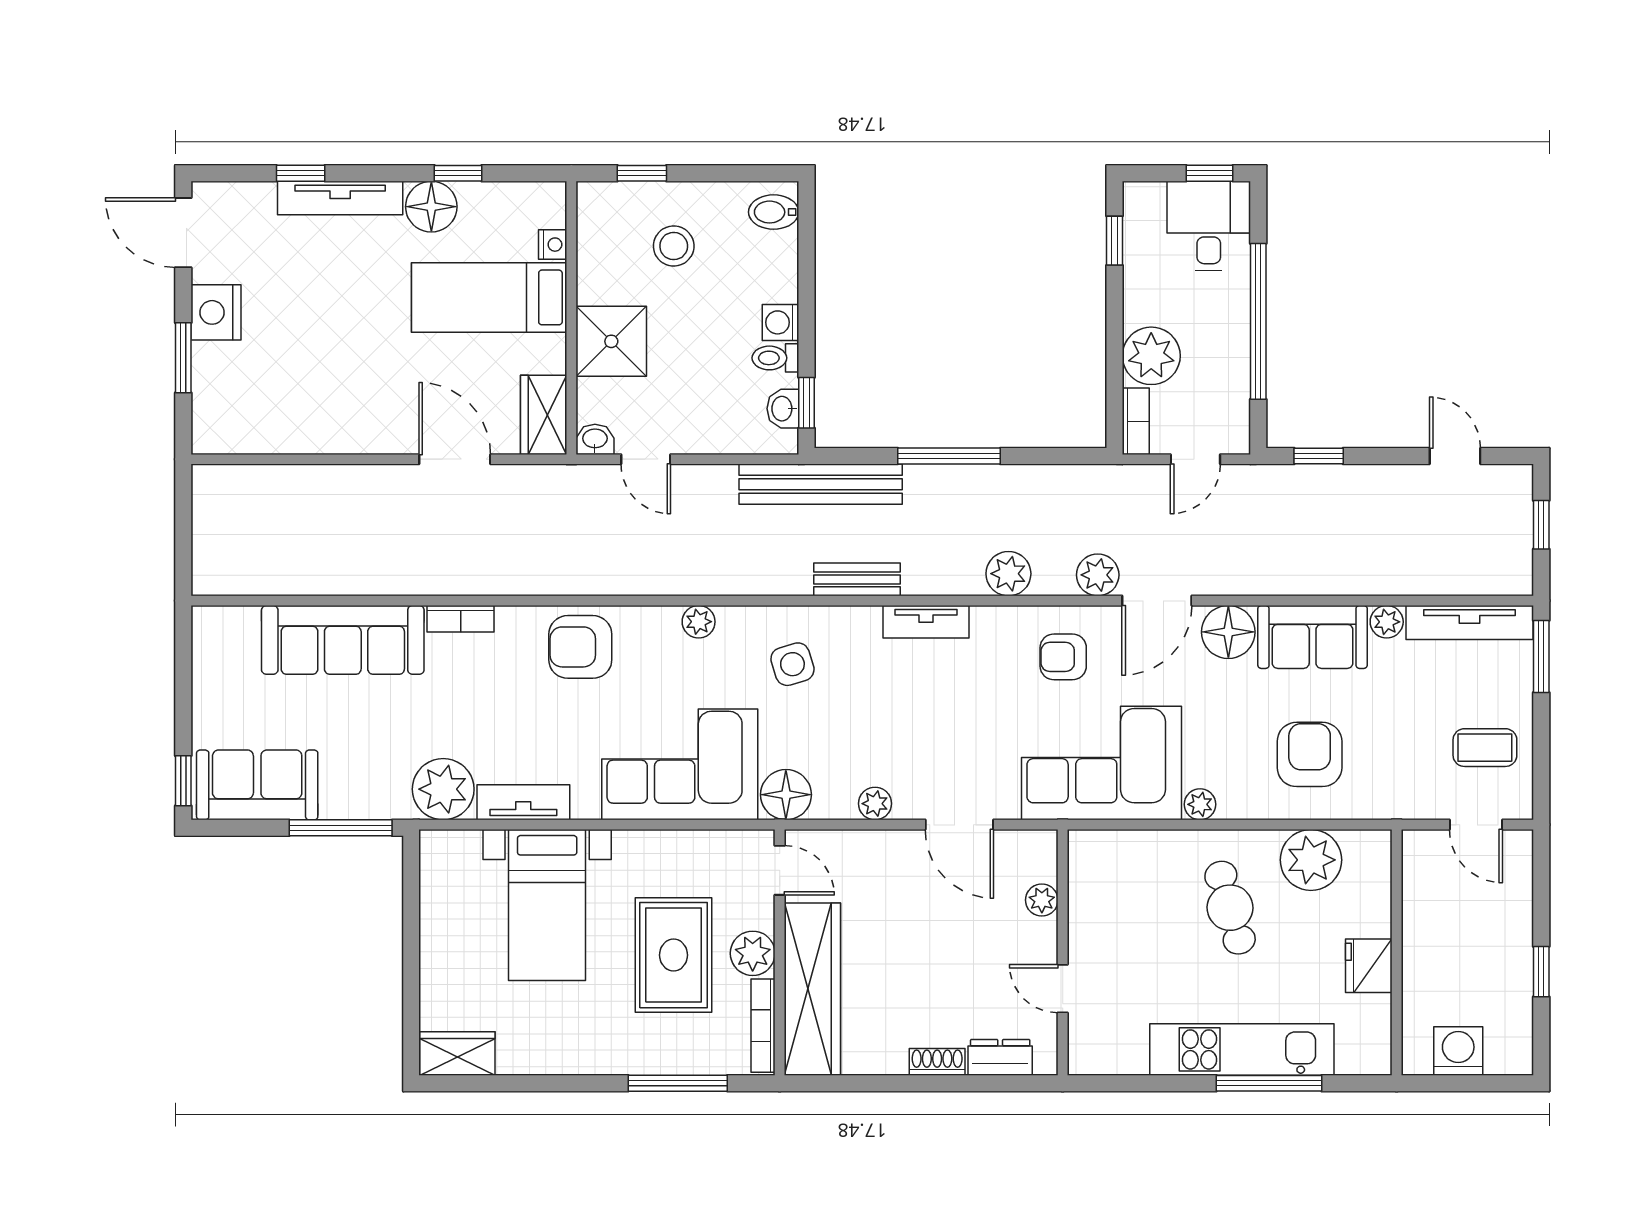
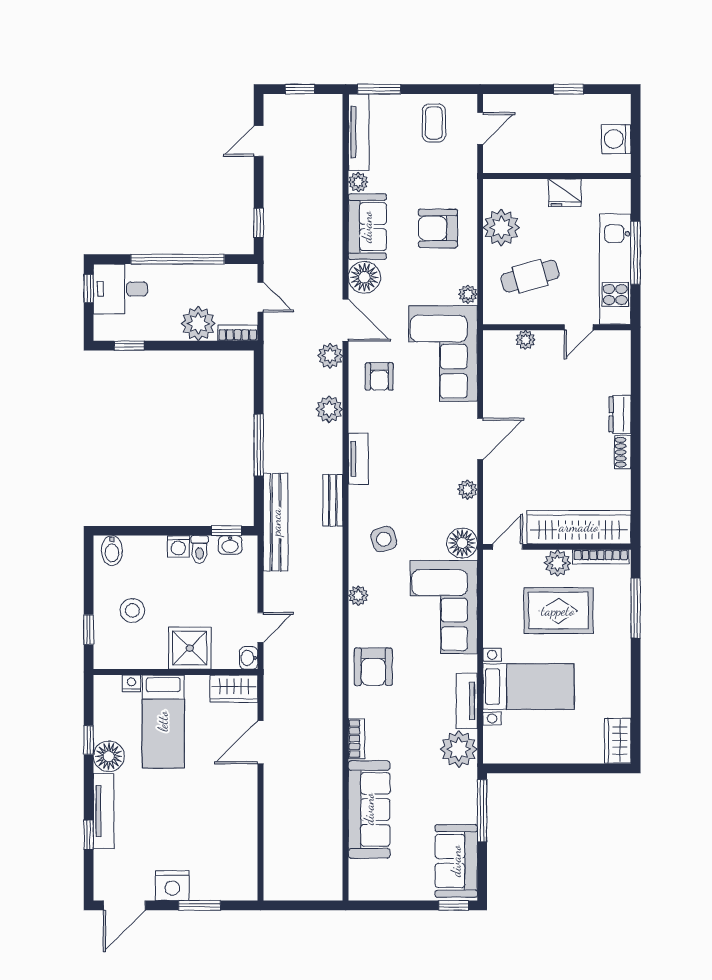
plant: (1042, 900) -> (525, 340), moved
wall: (1063, 952) -> (557, 327), moved
door: (1063, 989) -> (579, 327), moved

